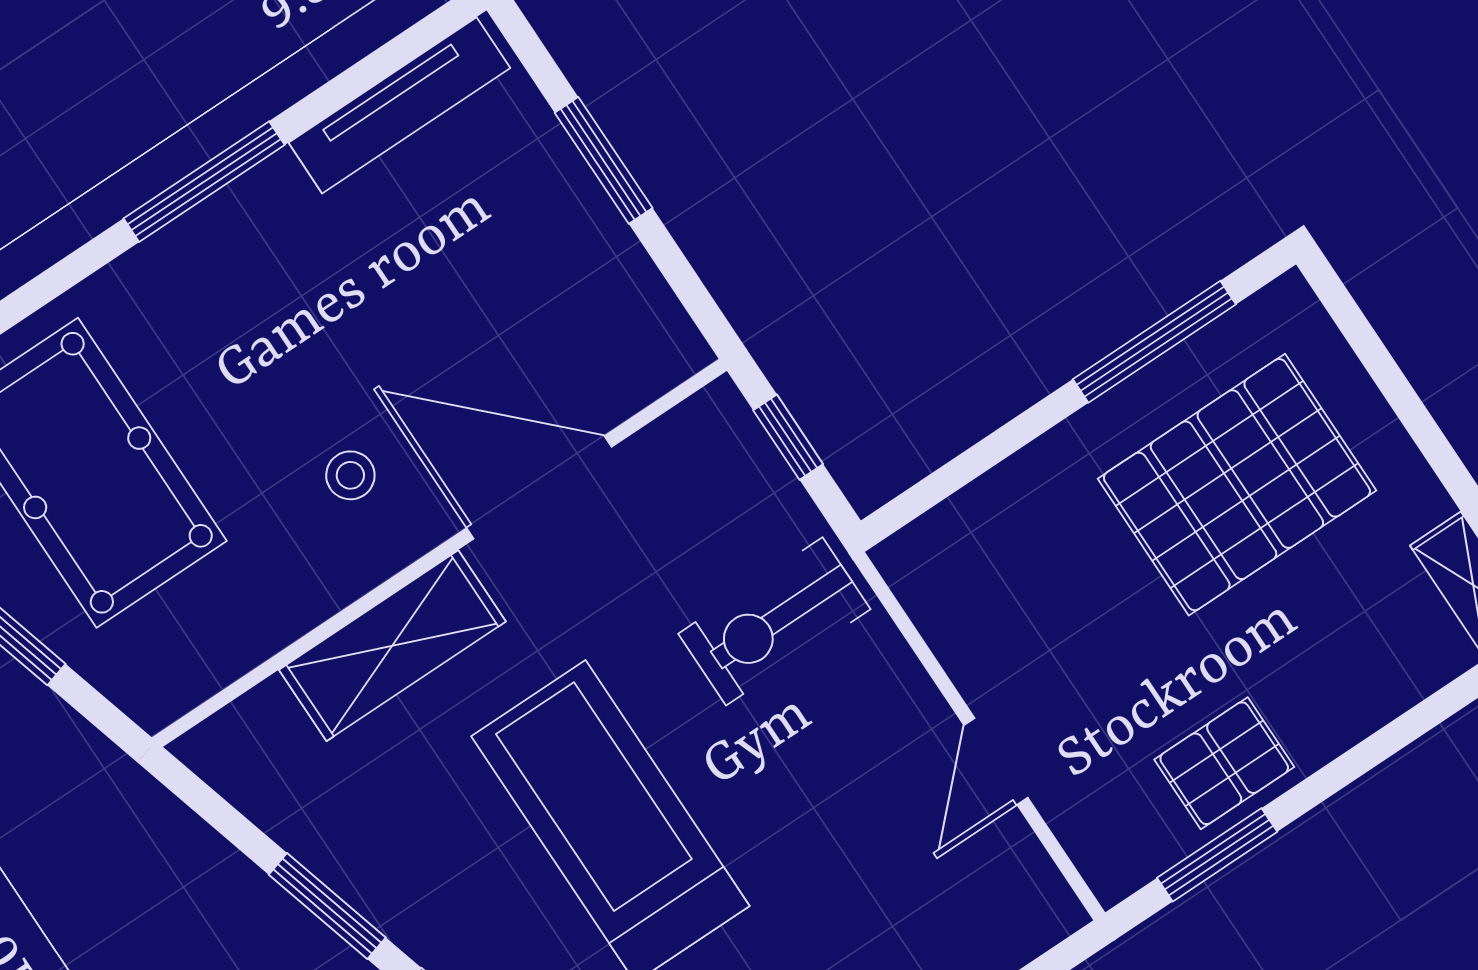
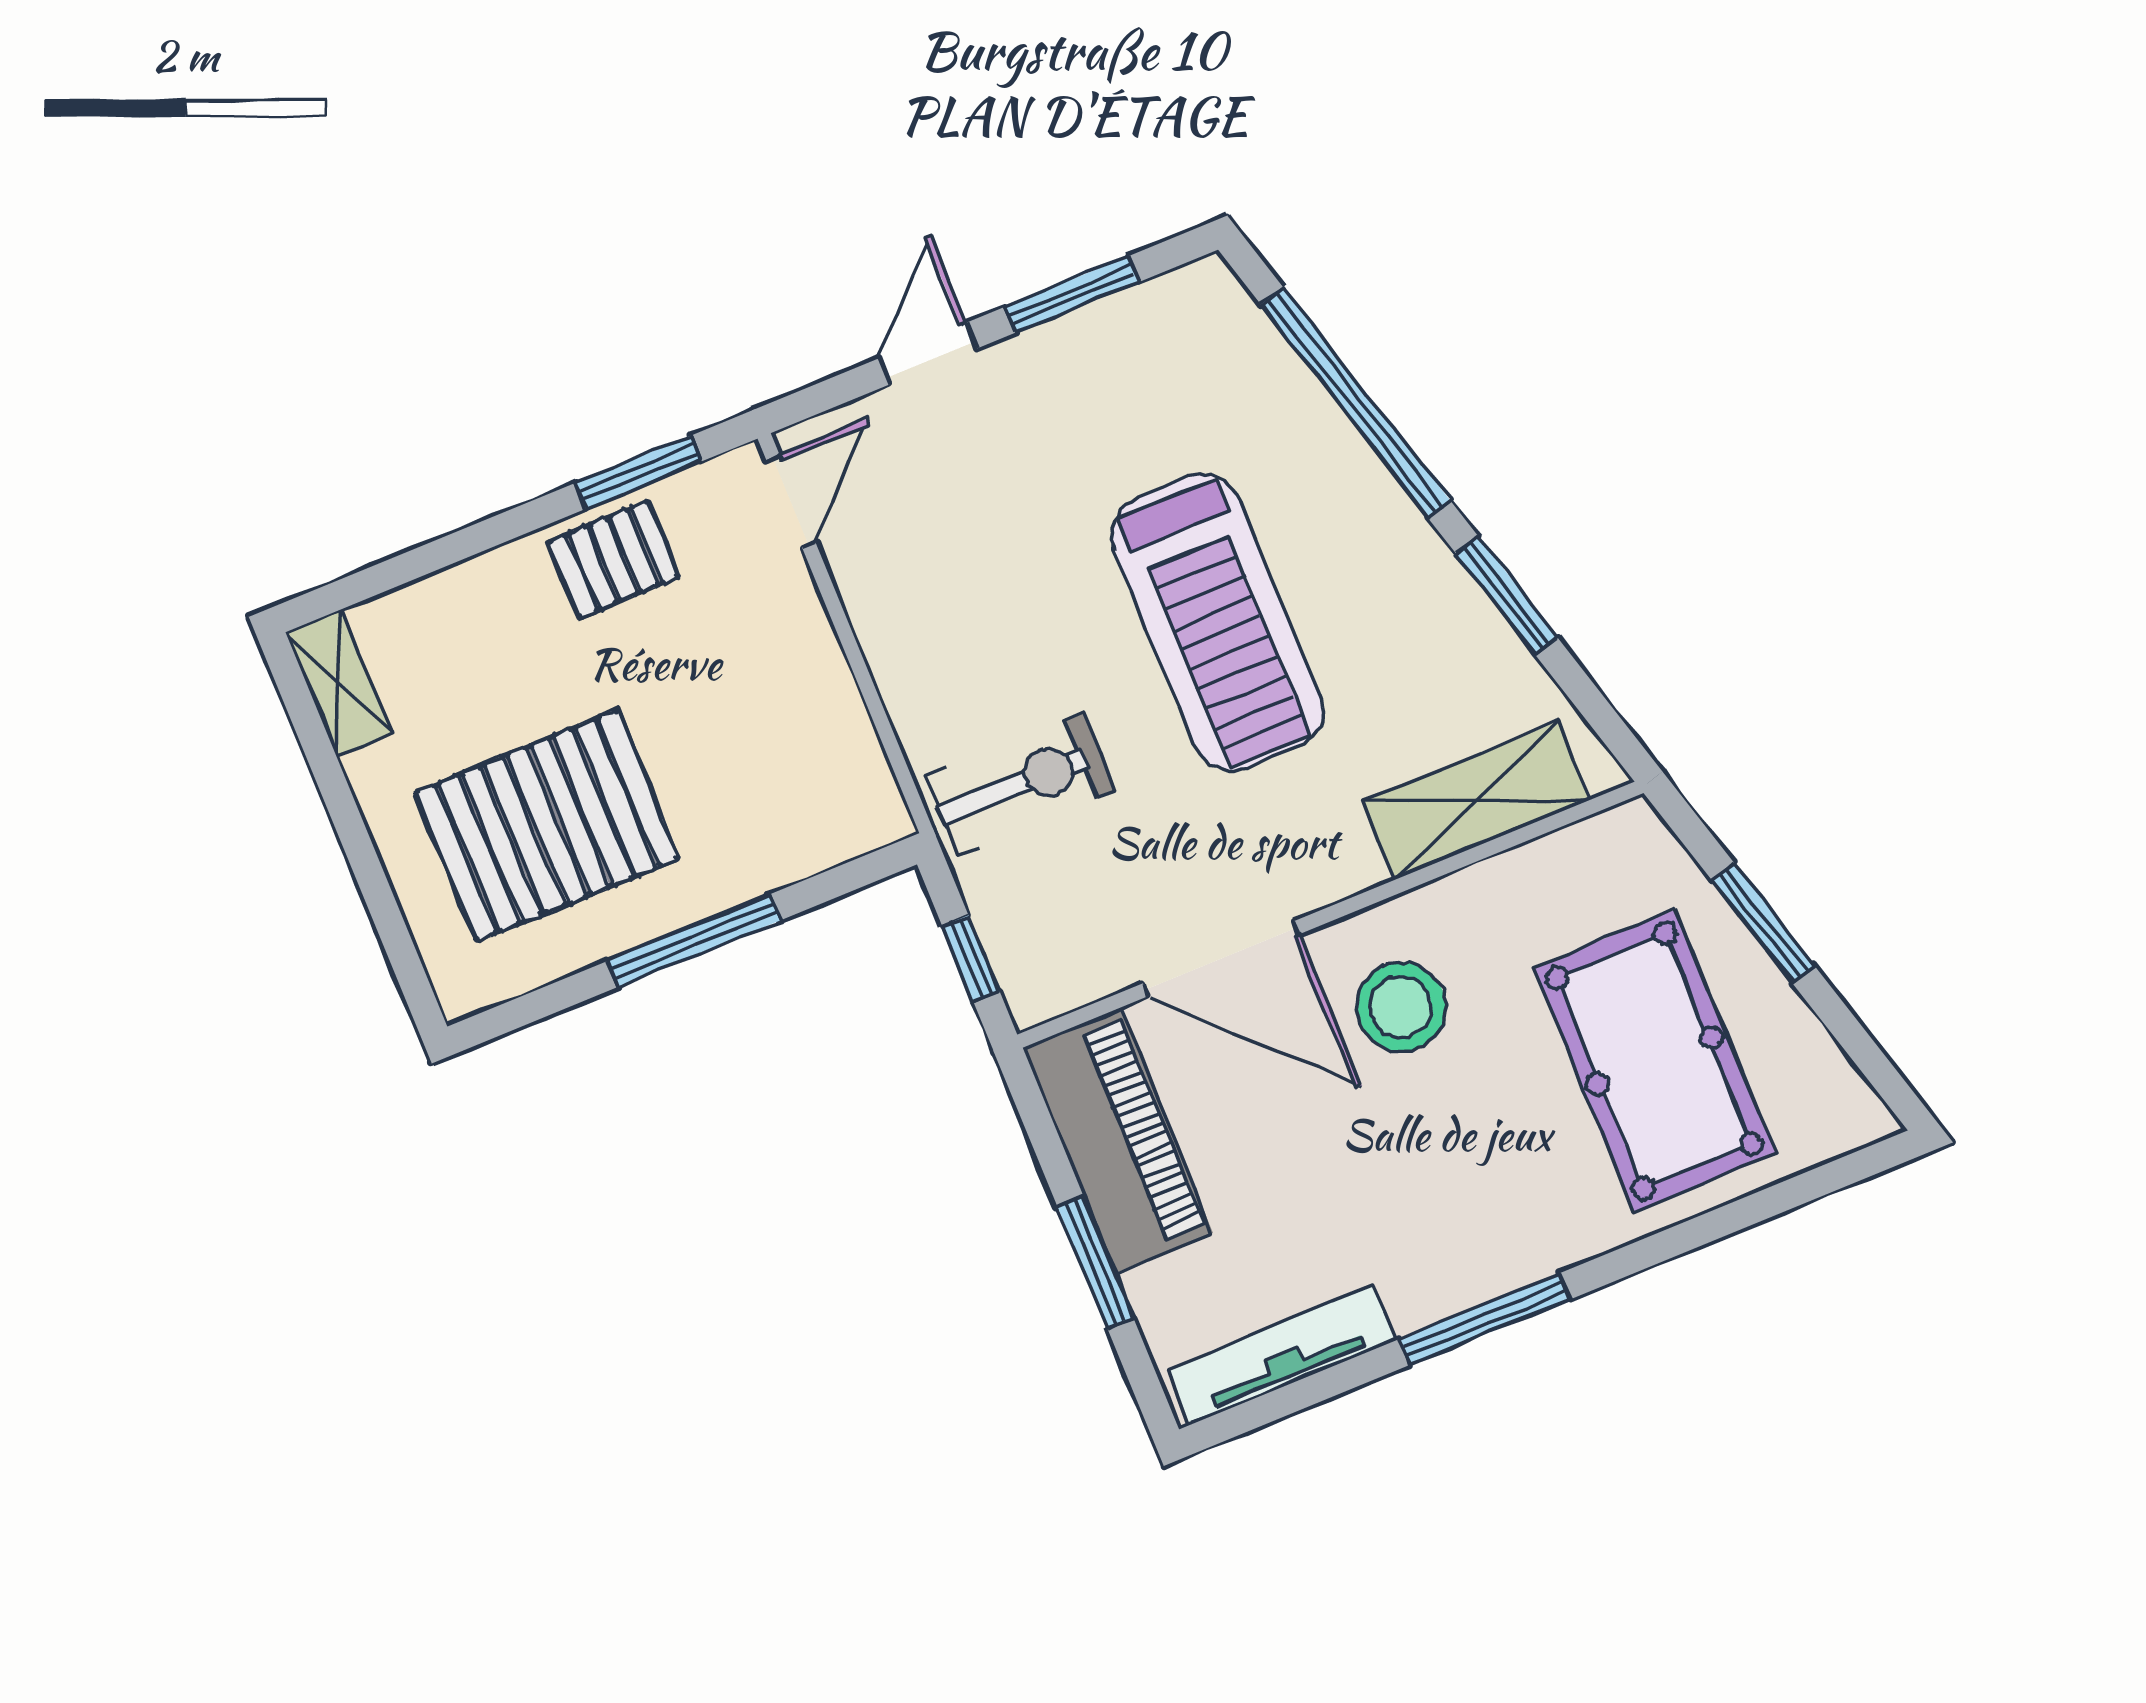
piano: (606, 286) -> (1118, 1140), added
window: (1154, 342) -> (694, 941), moved
stool: (350, 475) -> (1401, 1007), width x1.89, depth x1.89
shelving: (392, 646) -> (1477, 800), moved
door: (996, 761) -> (791, 501), moved

